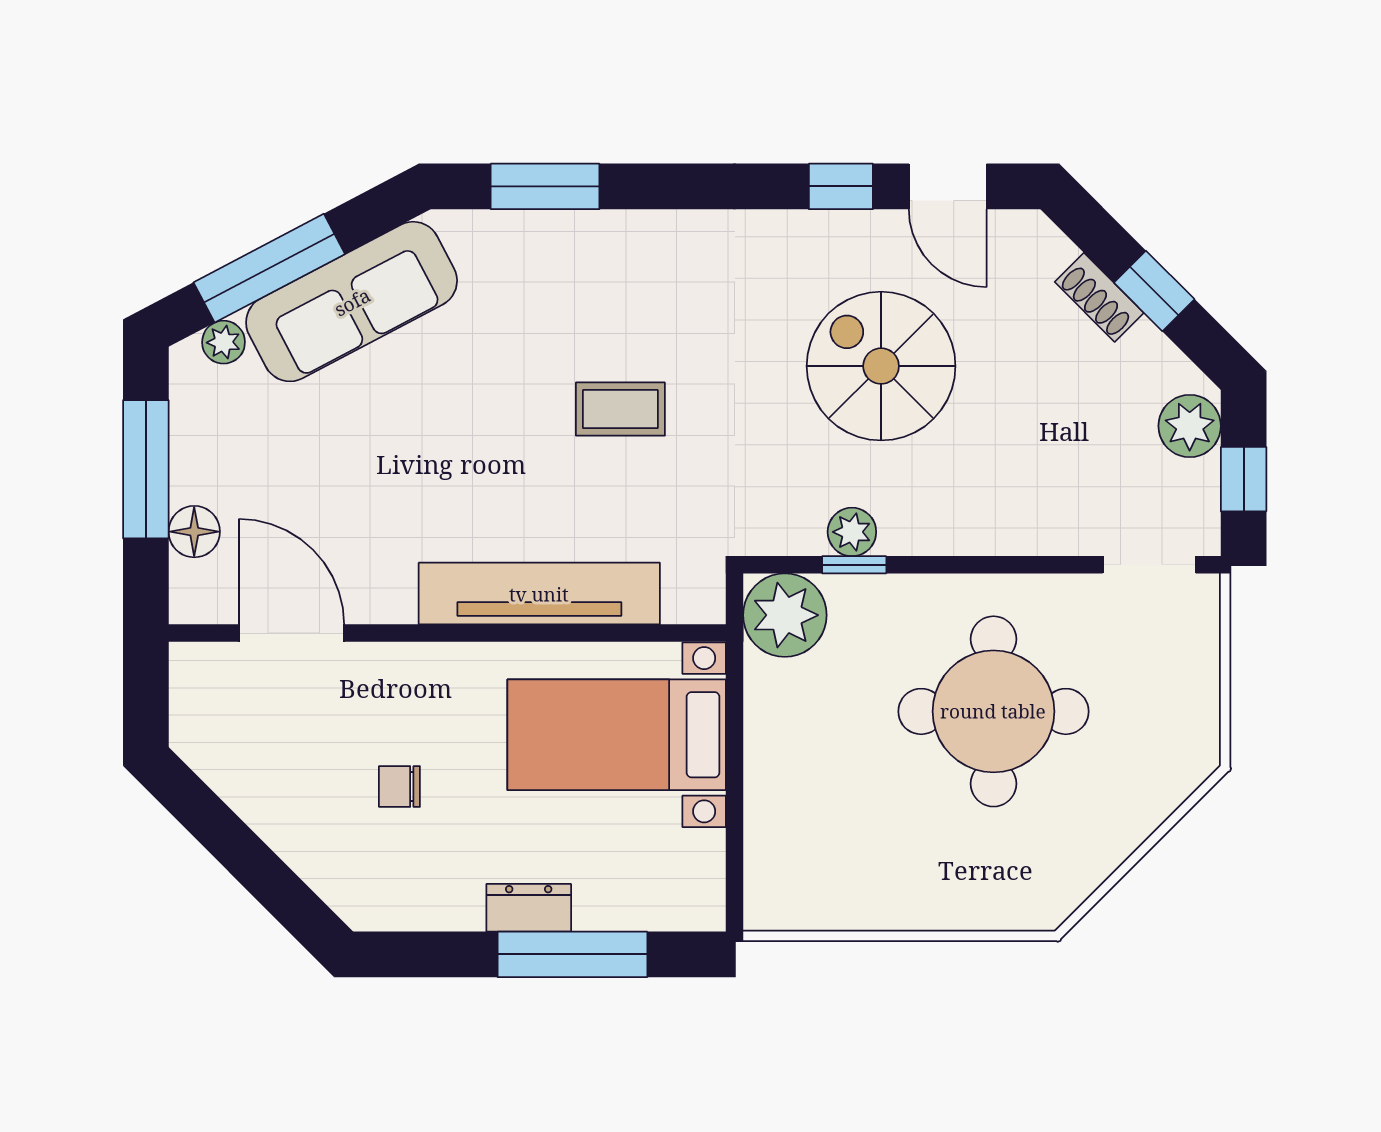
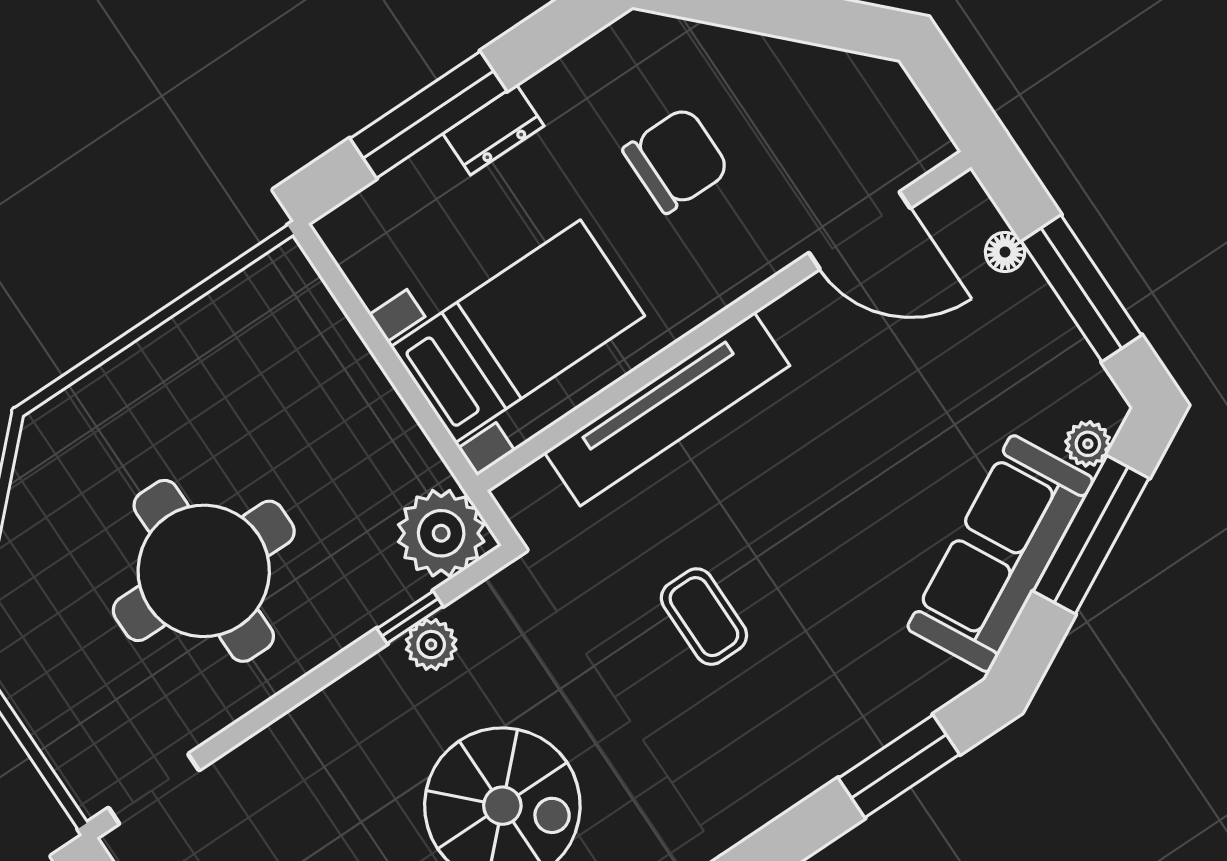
coffee table: (620, 409) -> (704, 617), turned 90
floor lamp: (194, 532) -> (1005, 252), width x0.73, depth x0.73
chair: (399, 786) -> (676, 160), width x1.87, depth x1.87

